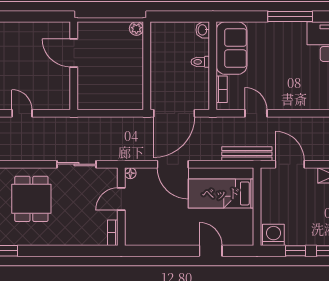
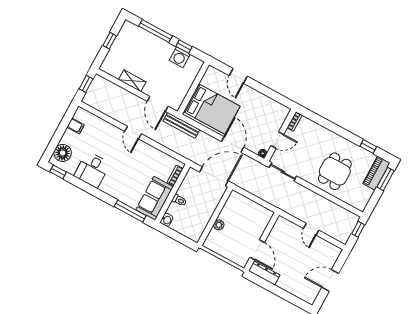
window: (290, 17) -> (130, 211), moved
plant: (136, 29) -> (219, 225), moved
dresser: (50, 30) -> (264, 273), added
door: (256, 113) -> (133, 133), moved
sliding door: (77, 164) -> (283, 172), moved
bed: (221, 193) -> (212, 109), width x1.50
washing machine: (273, 235) -> (180, 57), moved

